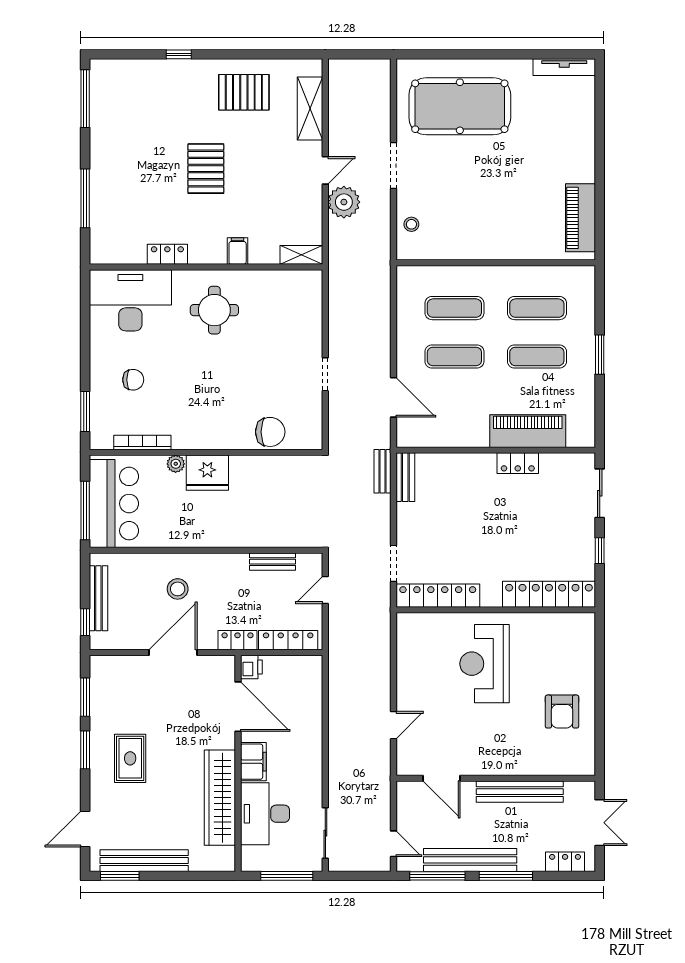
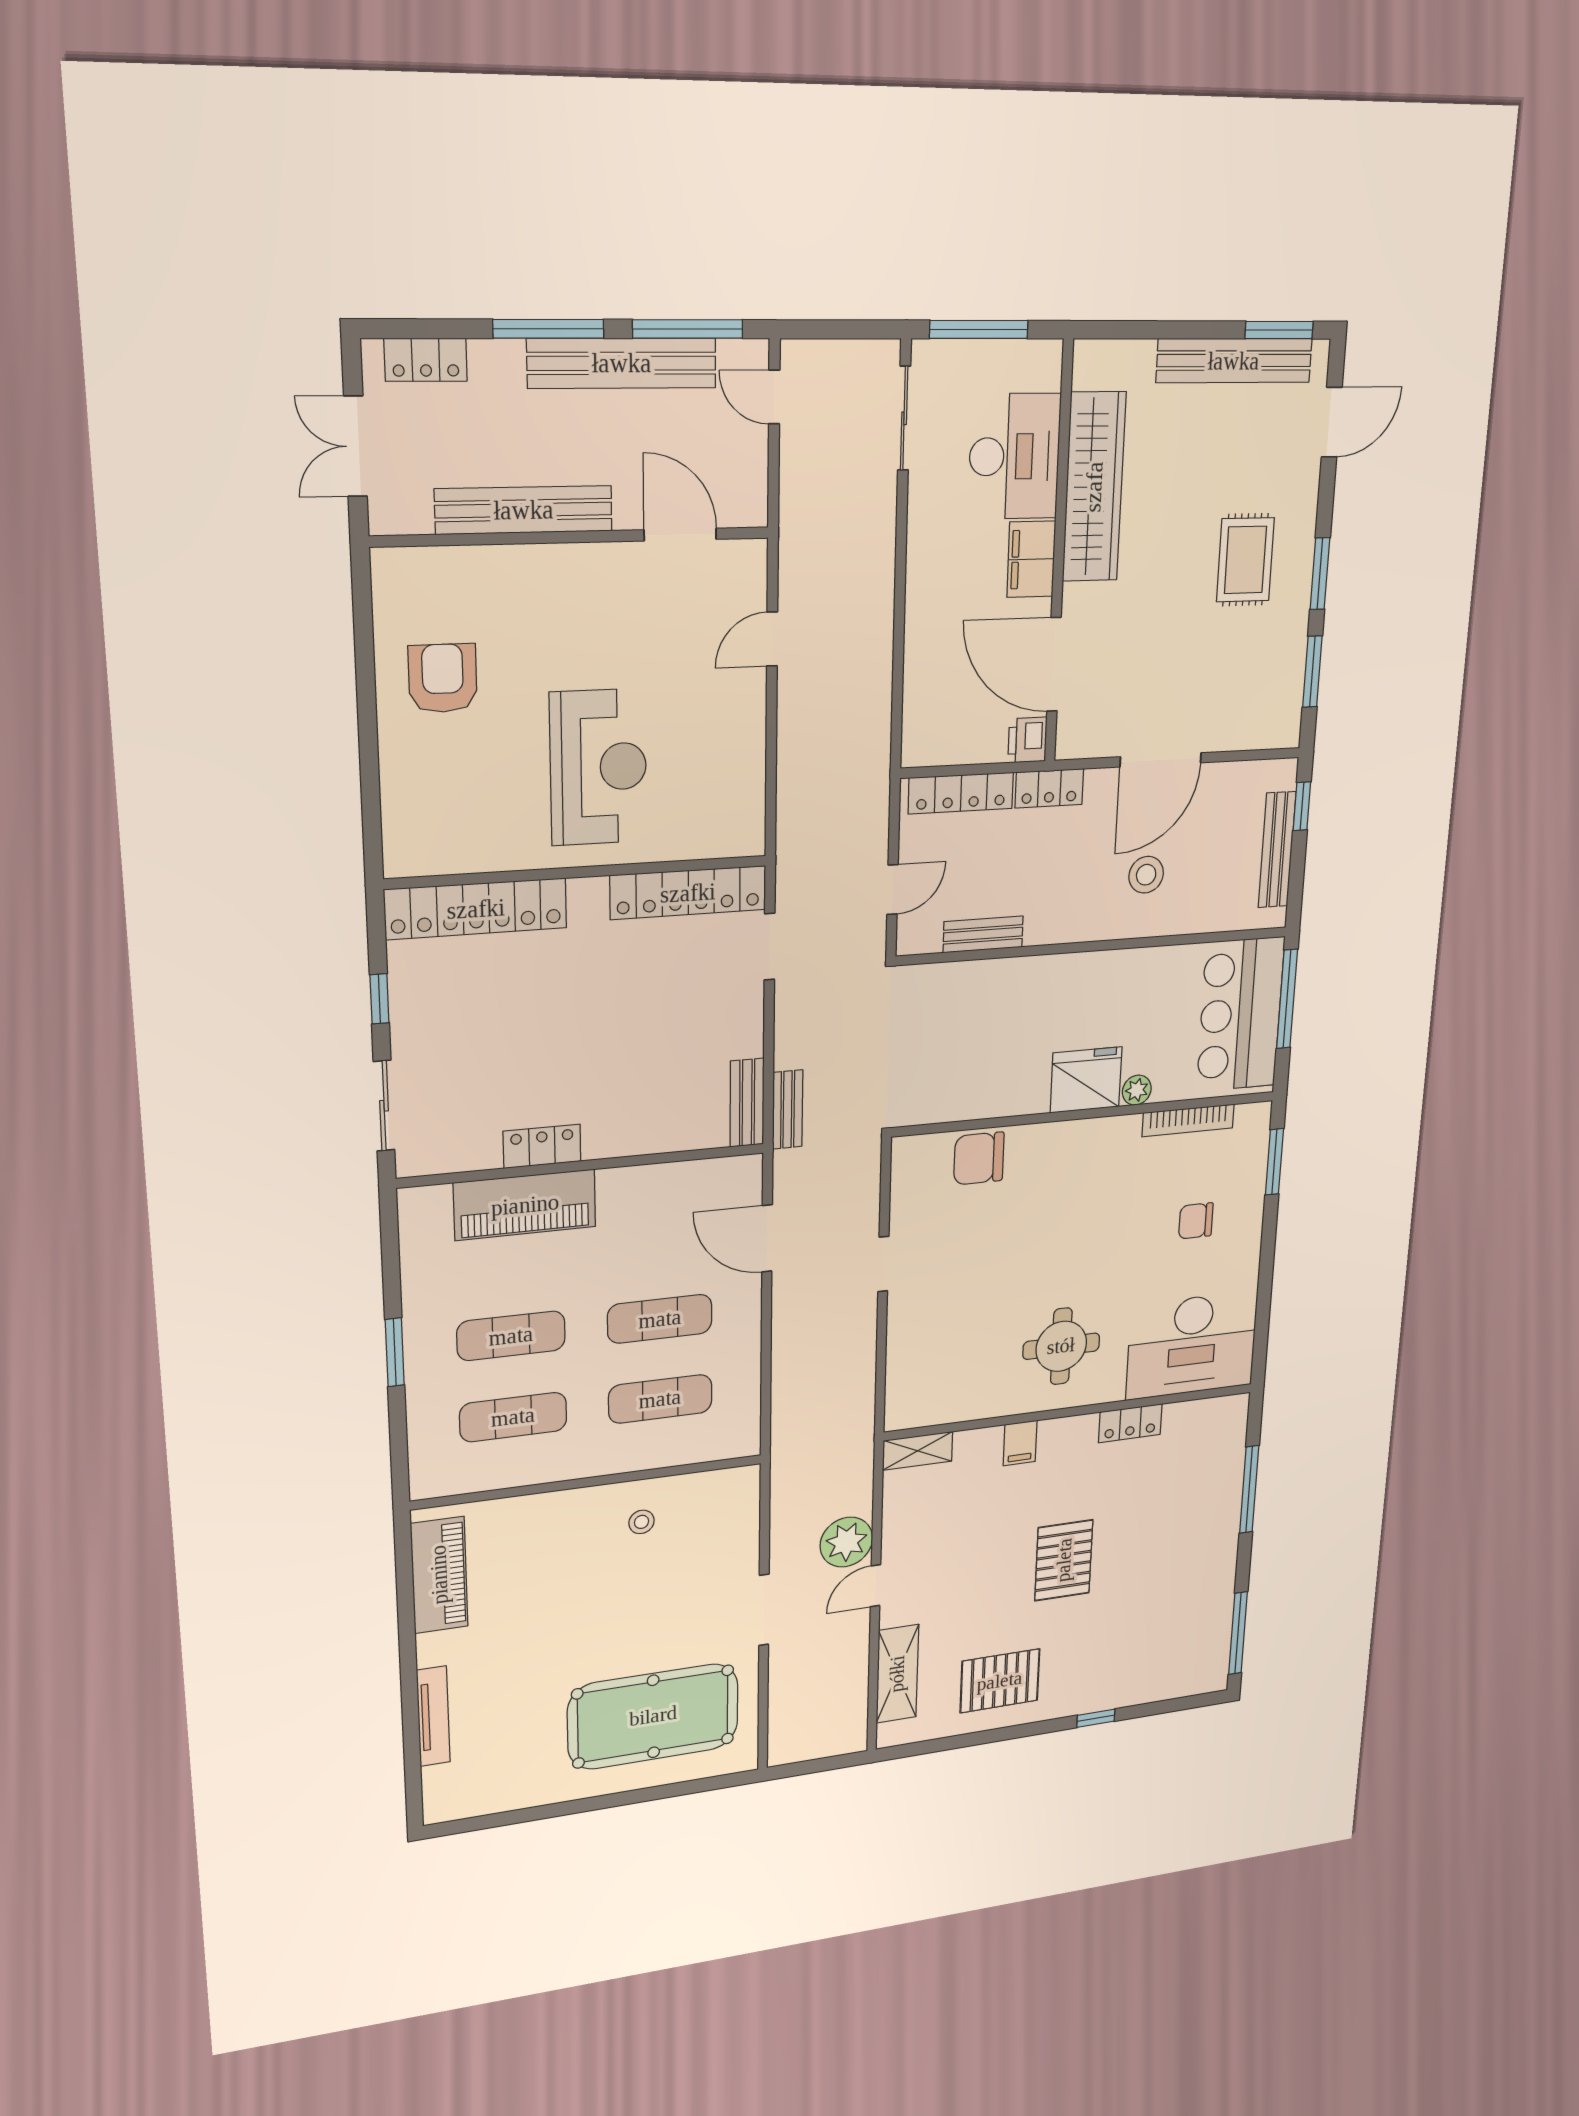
tv unit: (564, 67) -> (433, 1716), moved, turned 90
stool: (411, 224) -> (642, 1522), moved

